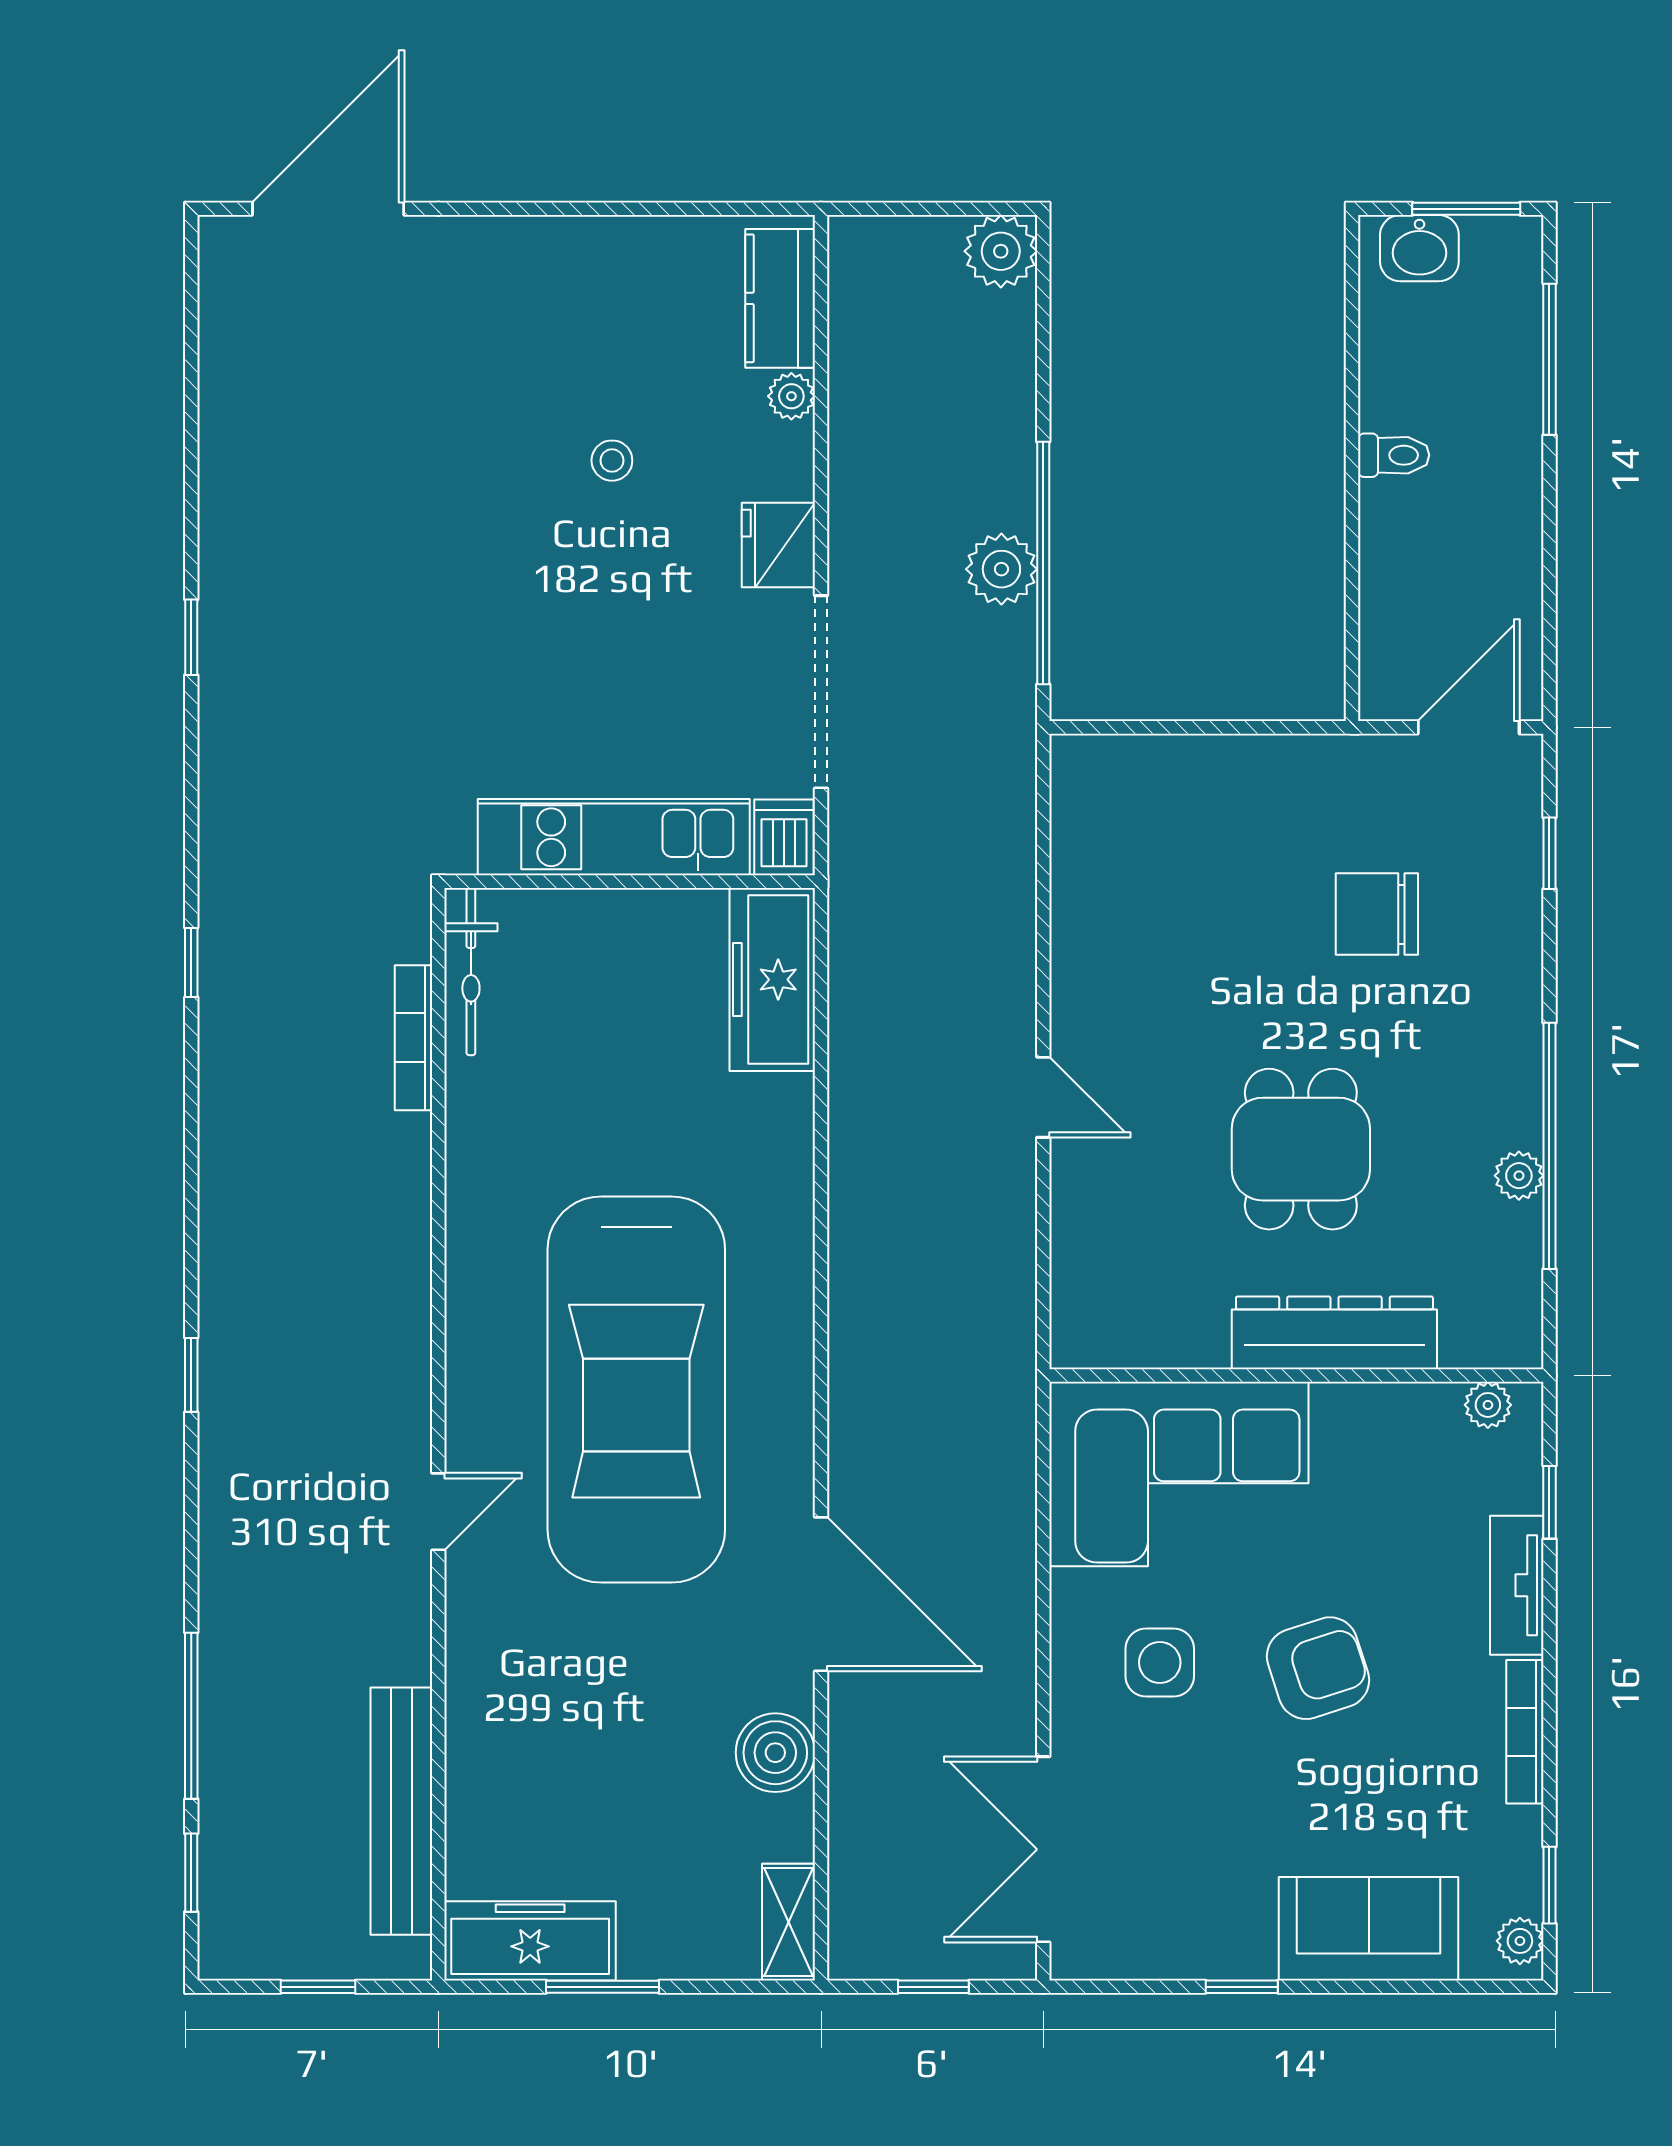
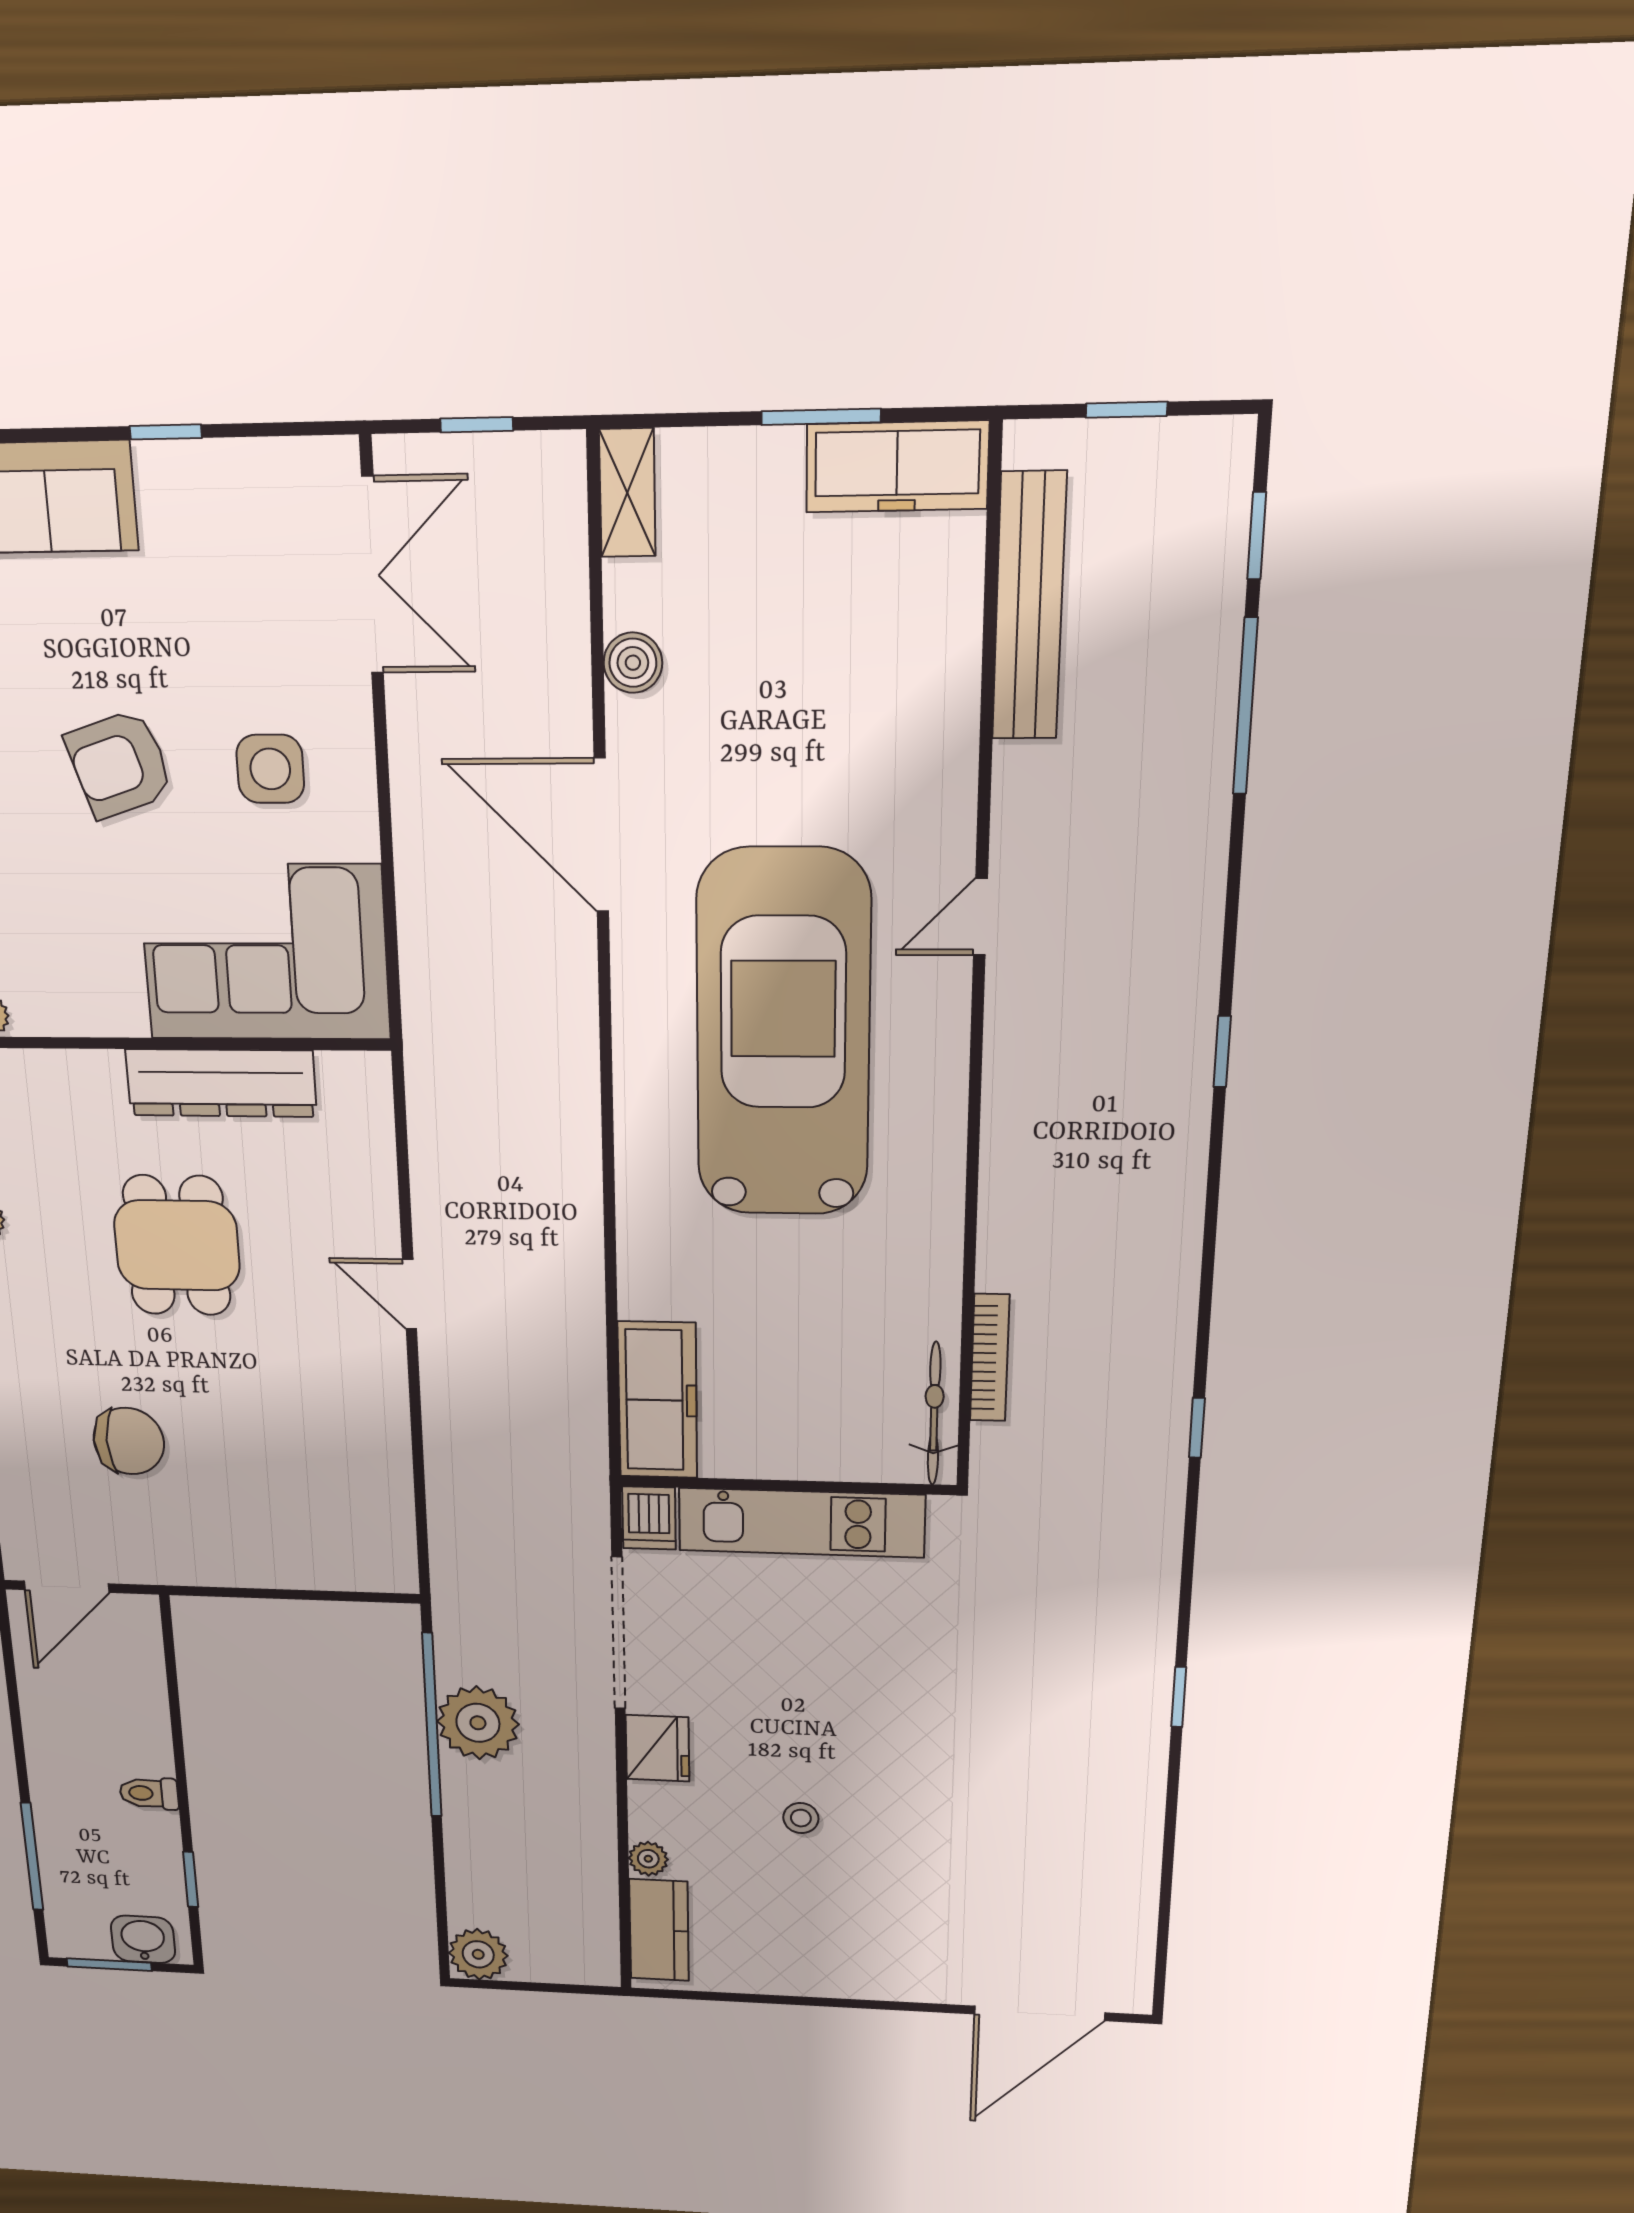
window: (1352, 338) -> (191, 1879), added
plant: (1001, 569) -> (478, 1723), width x1.36, depth x1.36
dresser: (1334, 1333) -> (221, 1083), moved
boiler: (775, 1753) -> (633, 663), width x0.73, depth x0.73

